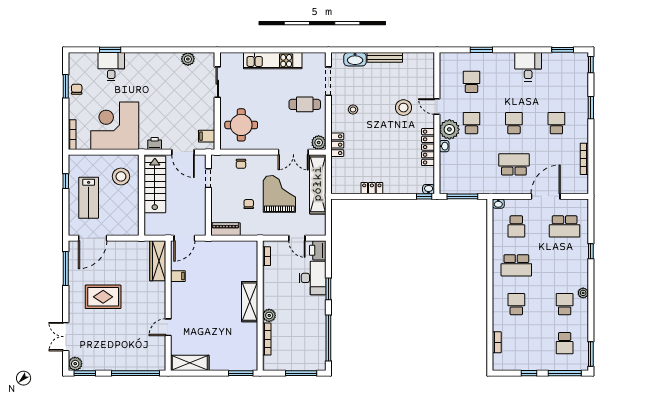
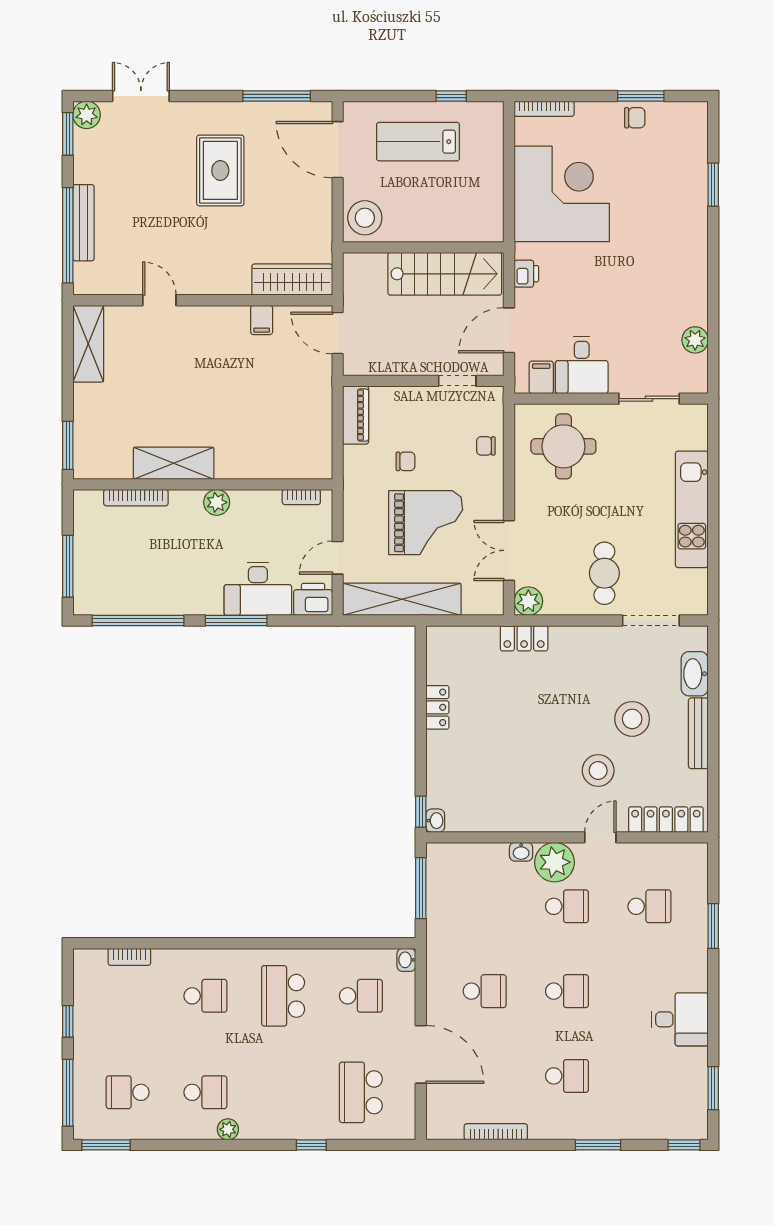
desk: (111, 67) -> (582, 365), moved, turned 90
stool: (353, 110) -> (632, 719), moved, width x1.89, depth x1.89
locker: (428, 147) -> (666, 820), moved
school desk: (514, 164) -> (485, 991), width x0.54
stool: (121, 176) -> (365, 218), moved
shelving: (318, 184) -> (402, 599), moved
school desk: (516, 226) -> (361, 996), turned 180
window: (328, 289) -> (236, 620), width x1.44
shelving: (250, 302) -> (174, 463), moved
plant: (269, 315) -> (217, 502), moved
bench: (129, 365) -> (83, 223), added

